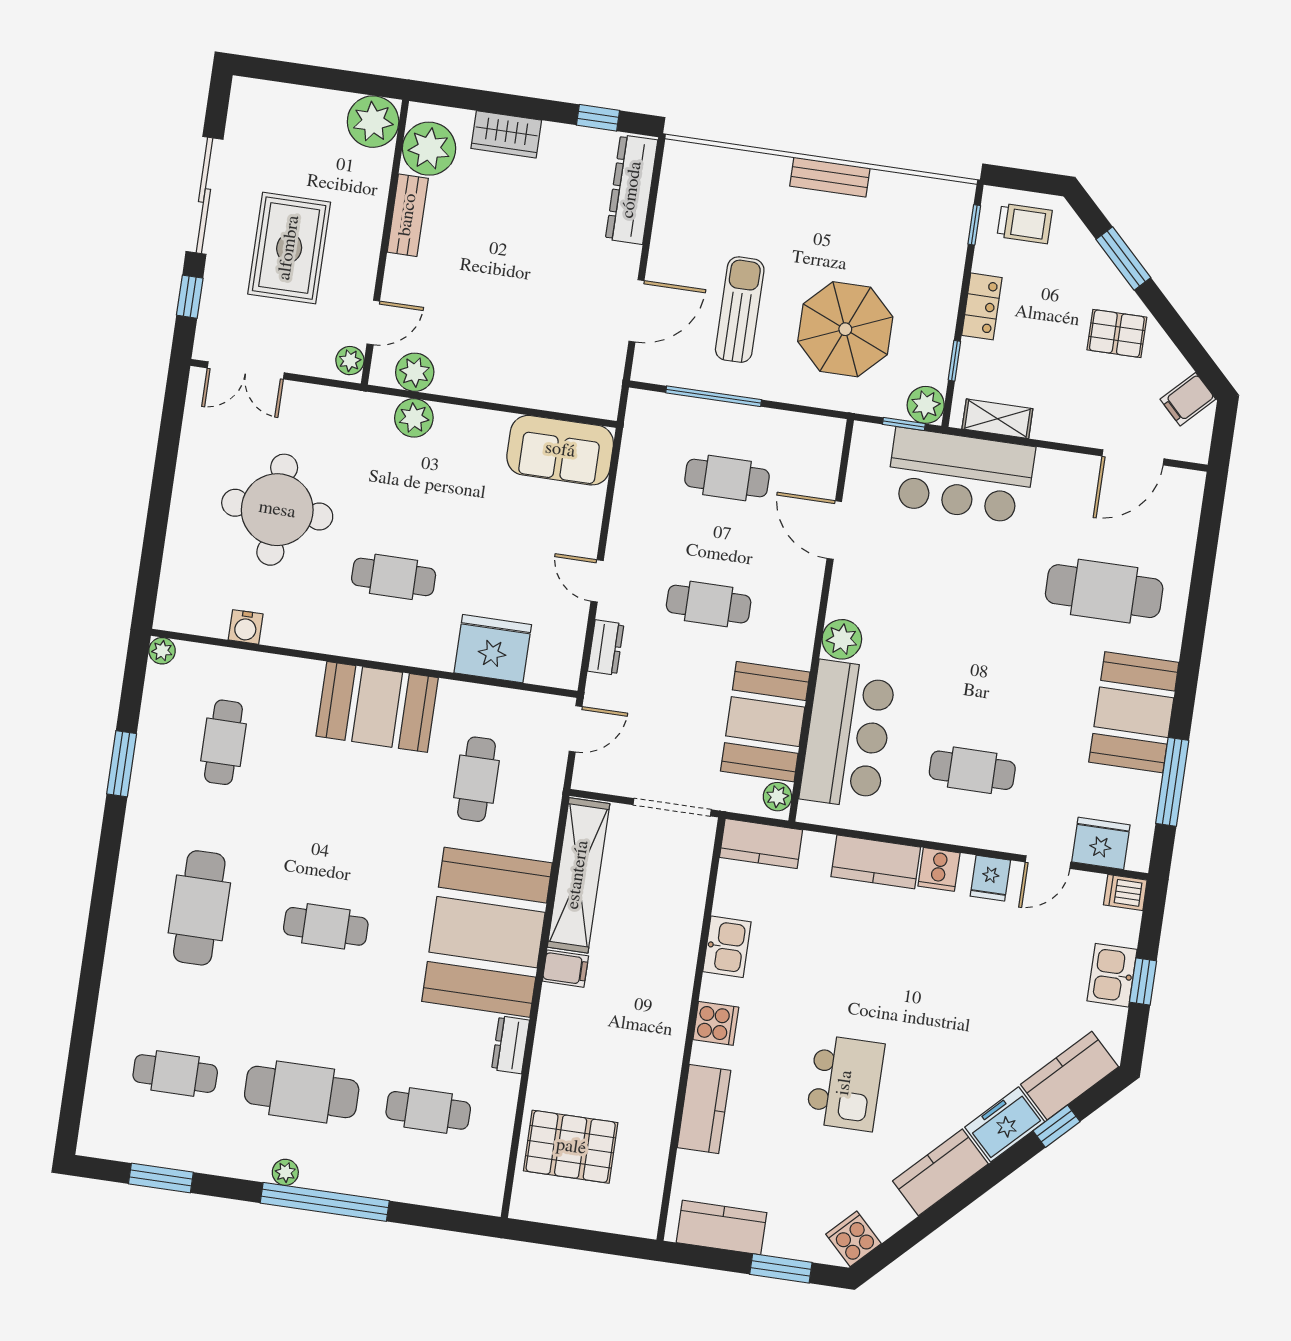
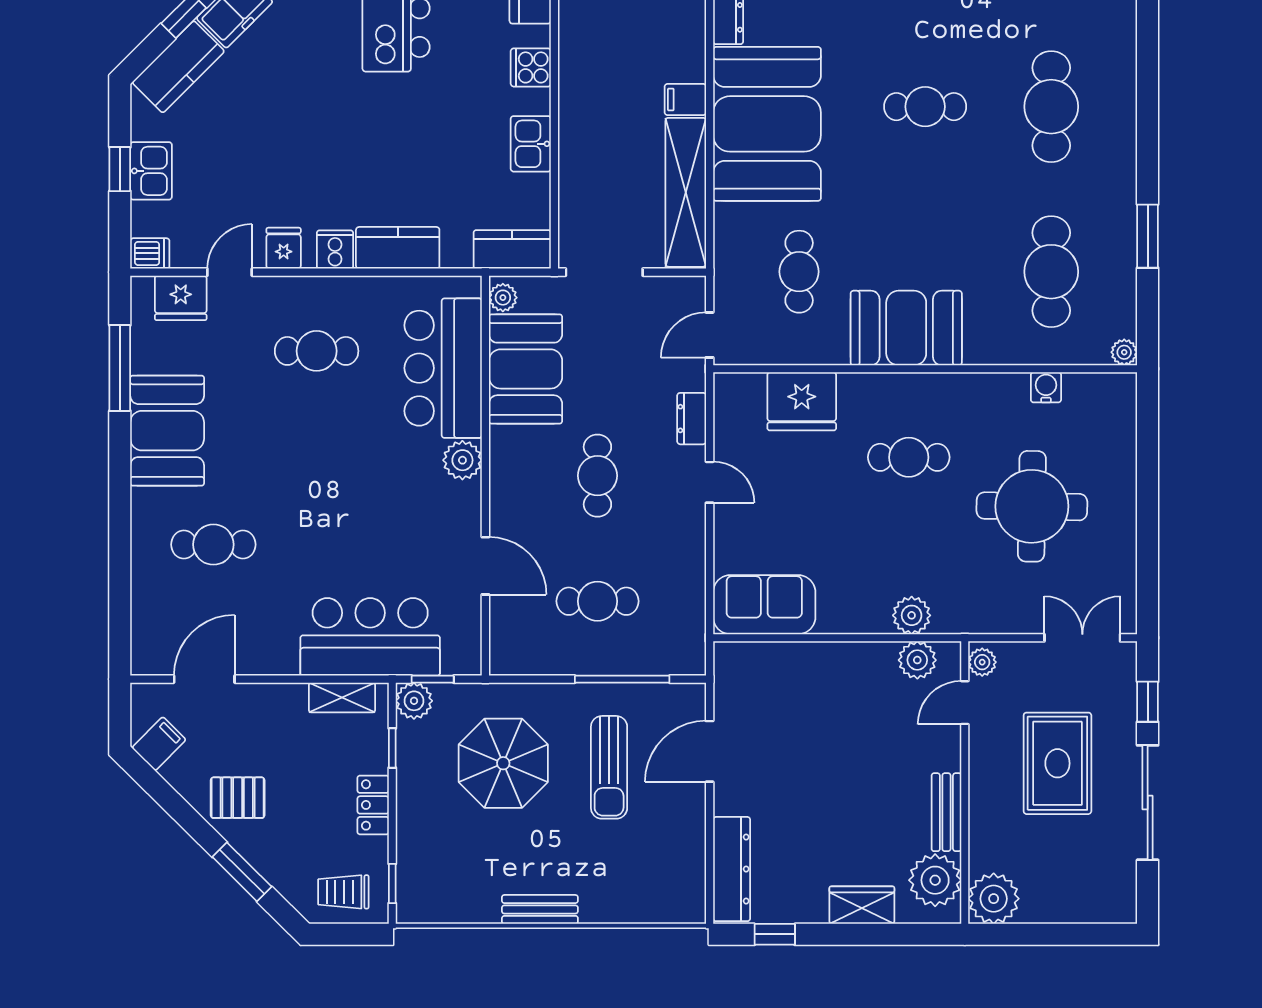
cafe table: (1104, 591) -> (213, 545), width x0.73, depth x0.74
cafe table: (709, 604) -> (597, 476), turned 90
cafe table: (223, 742) -> (1051, 272), width x1.37, depth x1.35

